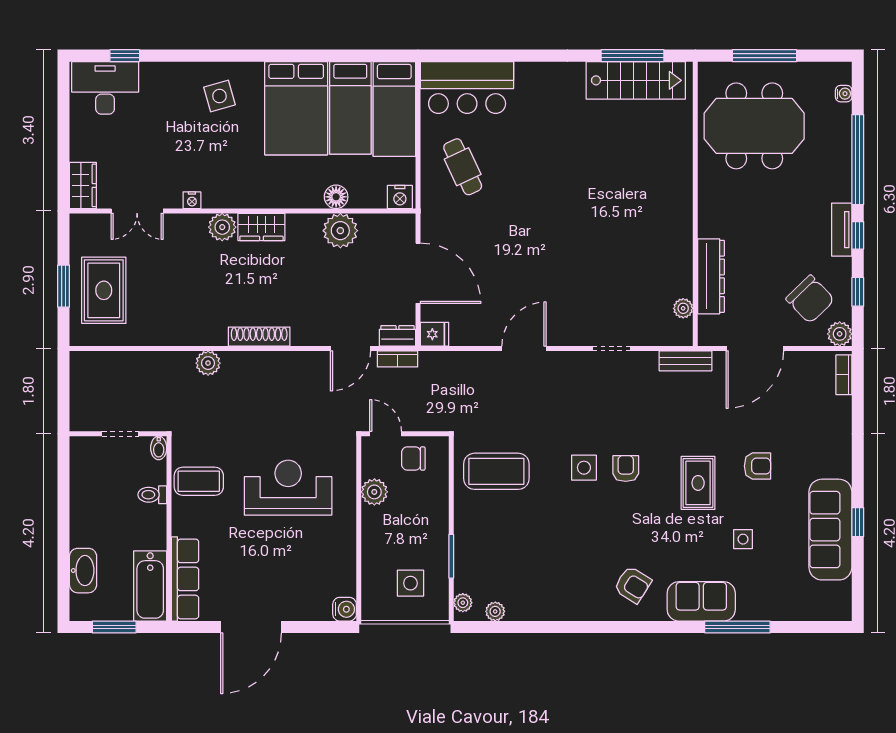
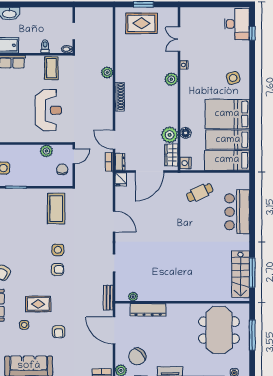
bar counter: (467, 88) -> (237, 212), moved
wardrobe: (83, 185) -> (191, 14), removed
wardrobe: (261, 227) -> (171, 155), moved
rug: (698, 483) -> (38, 304), moved

